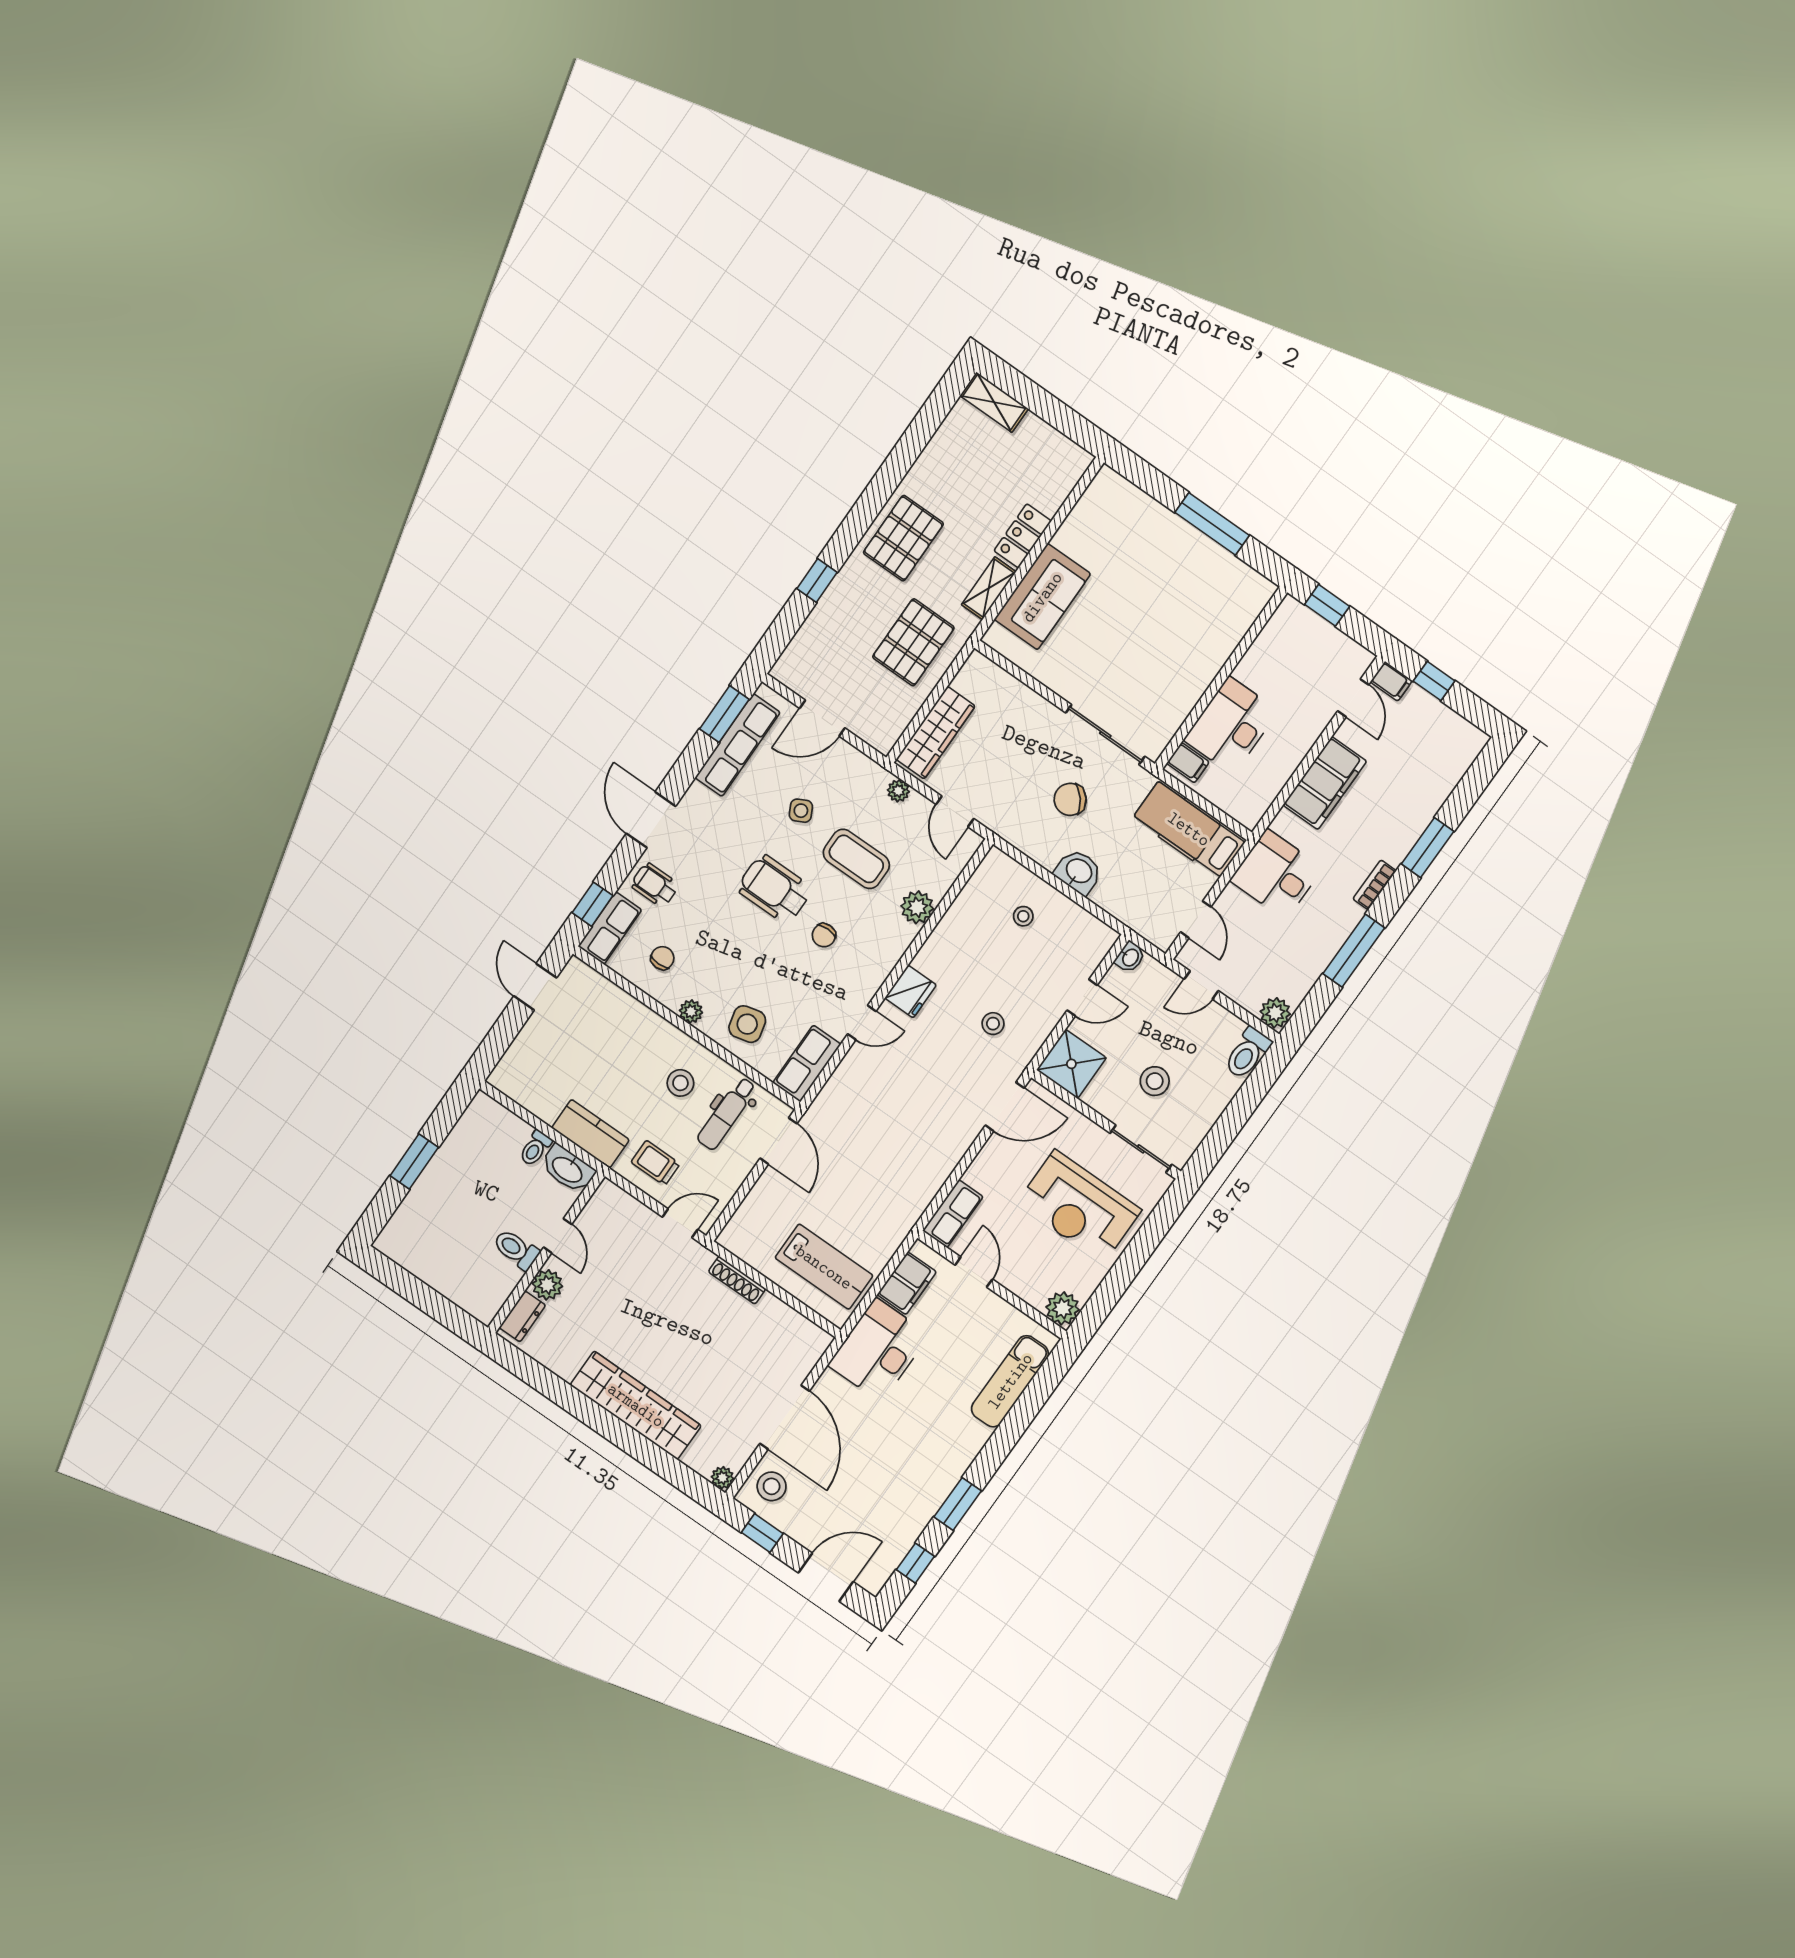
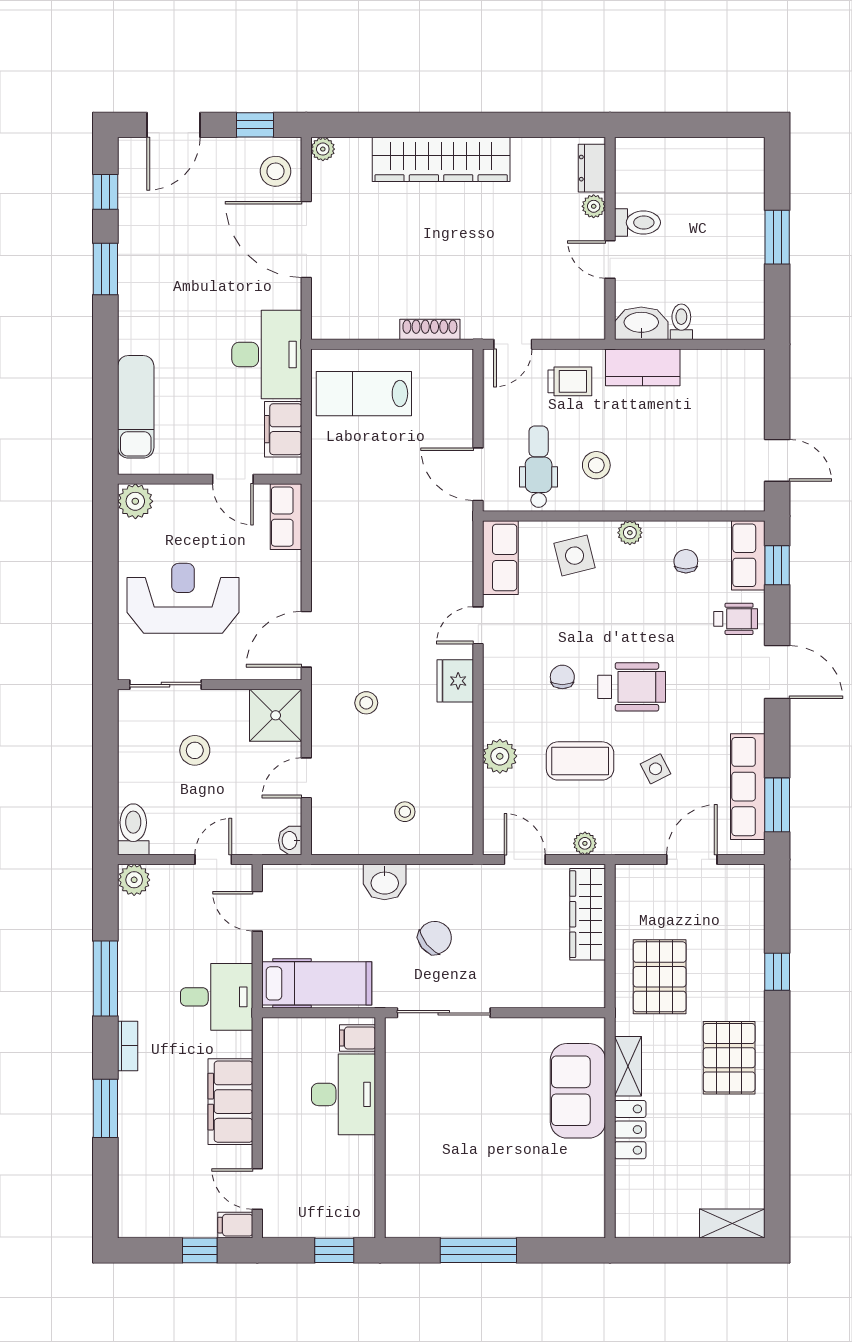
chair: (662, 958) -> (686, 561), turned 180
plant: (547, 1285) -> (594, 206), width x0.73, depth x0.73

